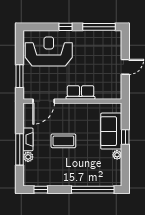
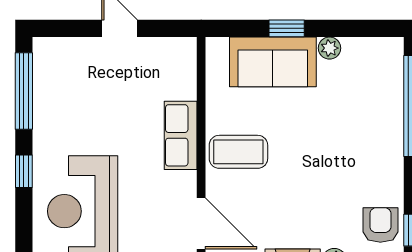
coffee table: (63, 141) -> (238, 152), moved, turned 90
armchair: (43, 176) -> (380, 225), added

